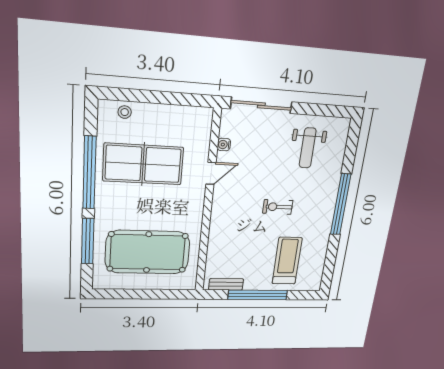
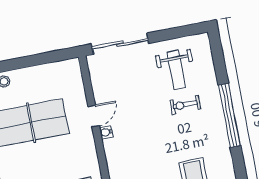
water cooler: (224, 145) -> (106, 132), moved
exercise bike: (278, 207) -> (185, 105), moved

